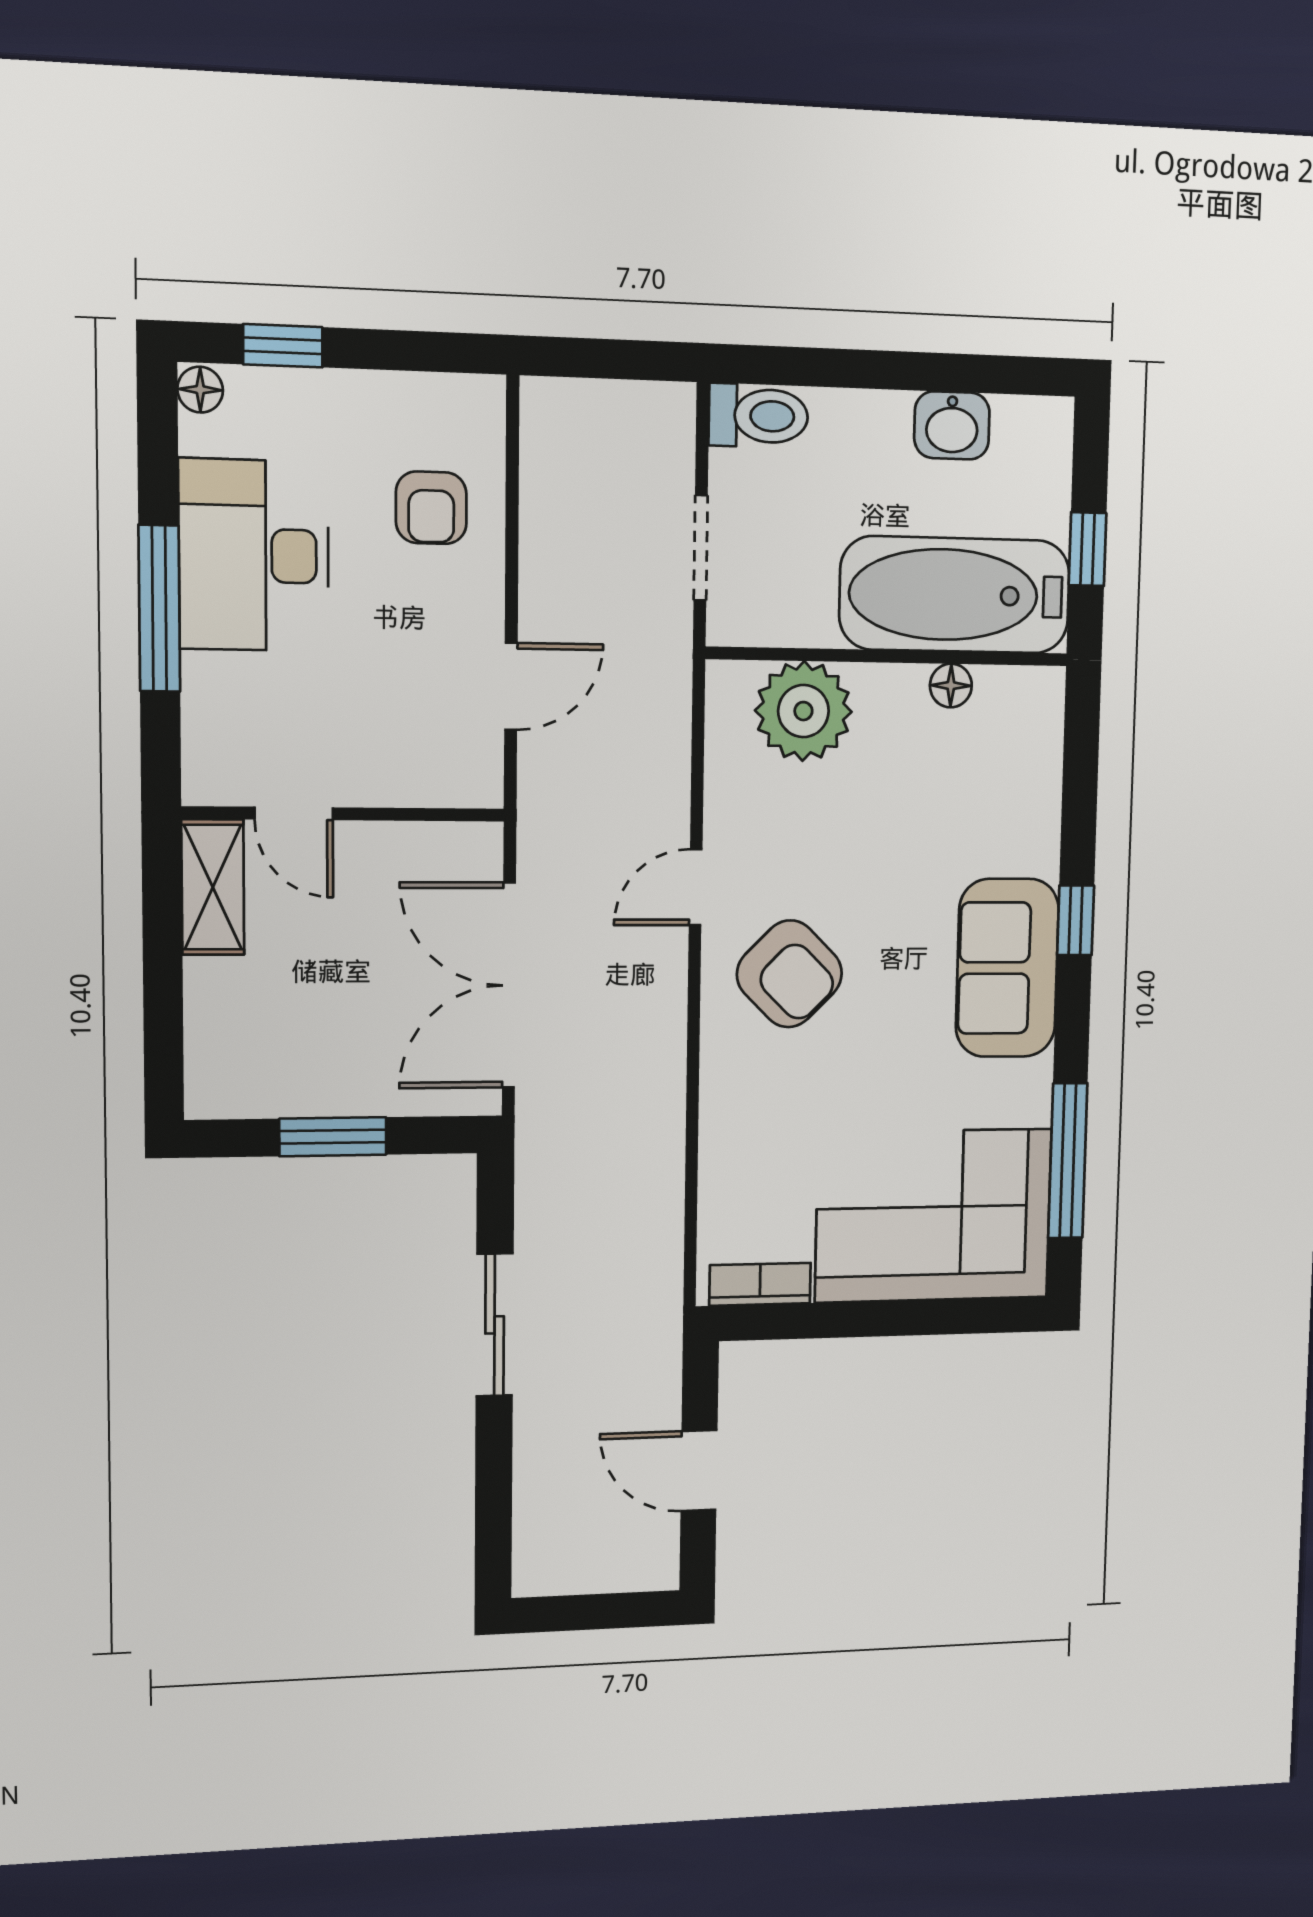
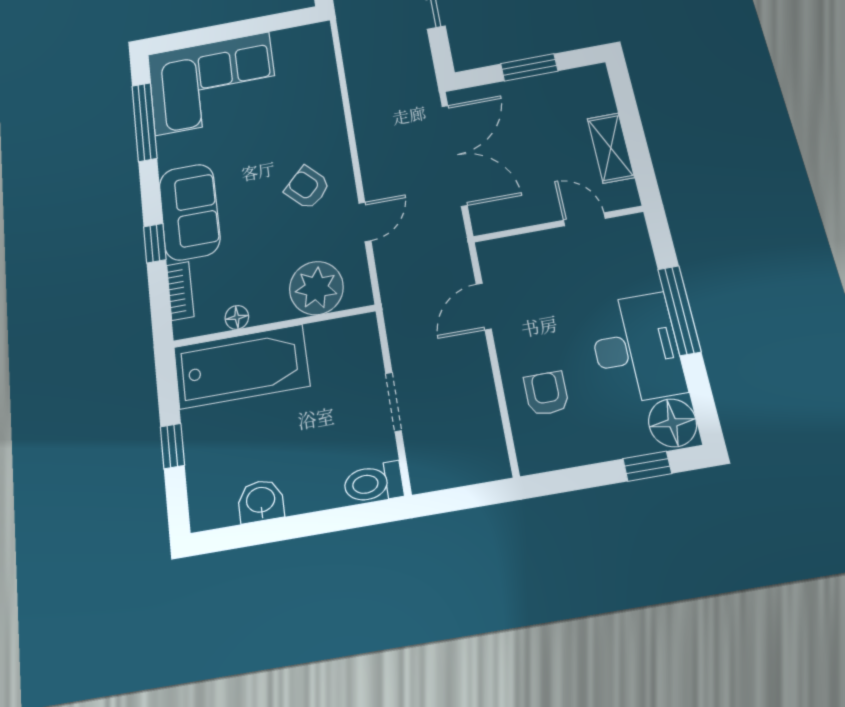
floor lamp: (200, 390) -> (673, 423), width x1.89, depth x1.89
bathtub: (955, 595) -> (241, 367), moved
wall: (888, 656) -> (274, 326), moved
floor lamp: (951, 686) -> (237, 317), moved
plant: (803, 711) -> (316, 288), moved
shelving: (213, 887) -> (611, 148), moved
armchair: (789, 974) -> (307, 187), width x0.72, depth x0.72
bookcase: (760, 1284) -> (180, 291), moved, turned -90

